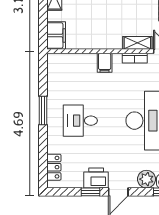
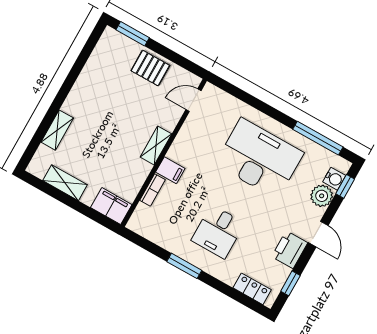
shelving: (137, 43) -> (156, 146), moved
bookcase: (135, 58) -> (153, 190), moved
window: (90, 192) -> (290, 283), moved

